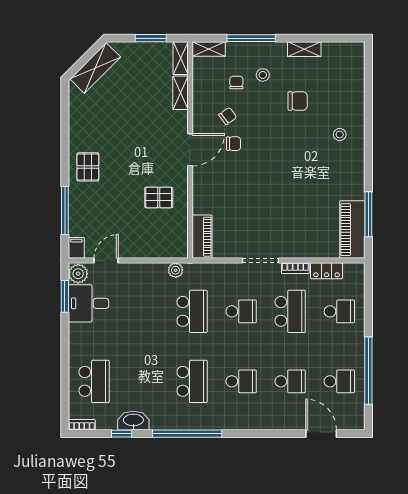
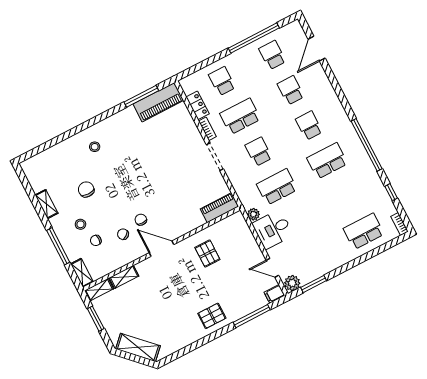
desk: (89, 303) -> (273, 229), moved, turned 90
washbasin: (133, 421) -> (377, 188), removed

